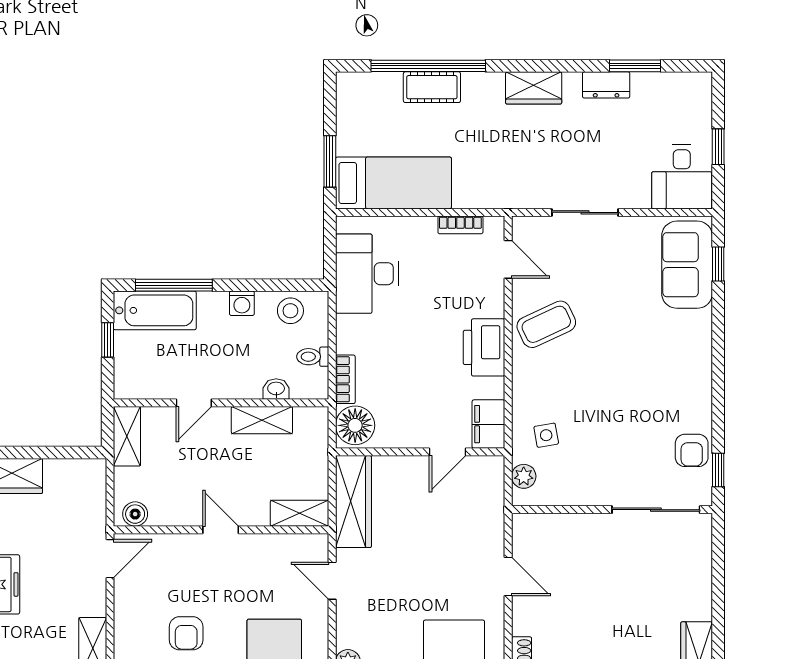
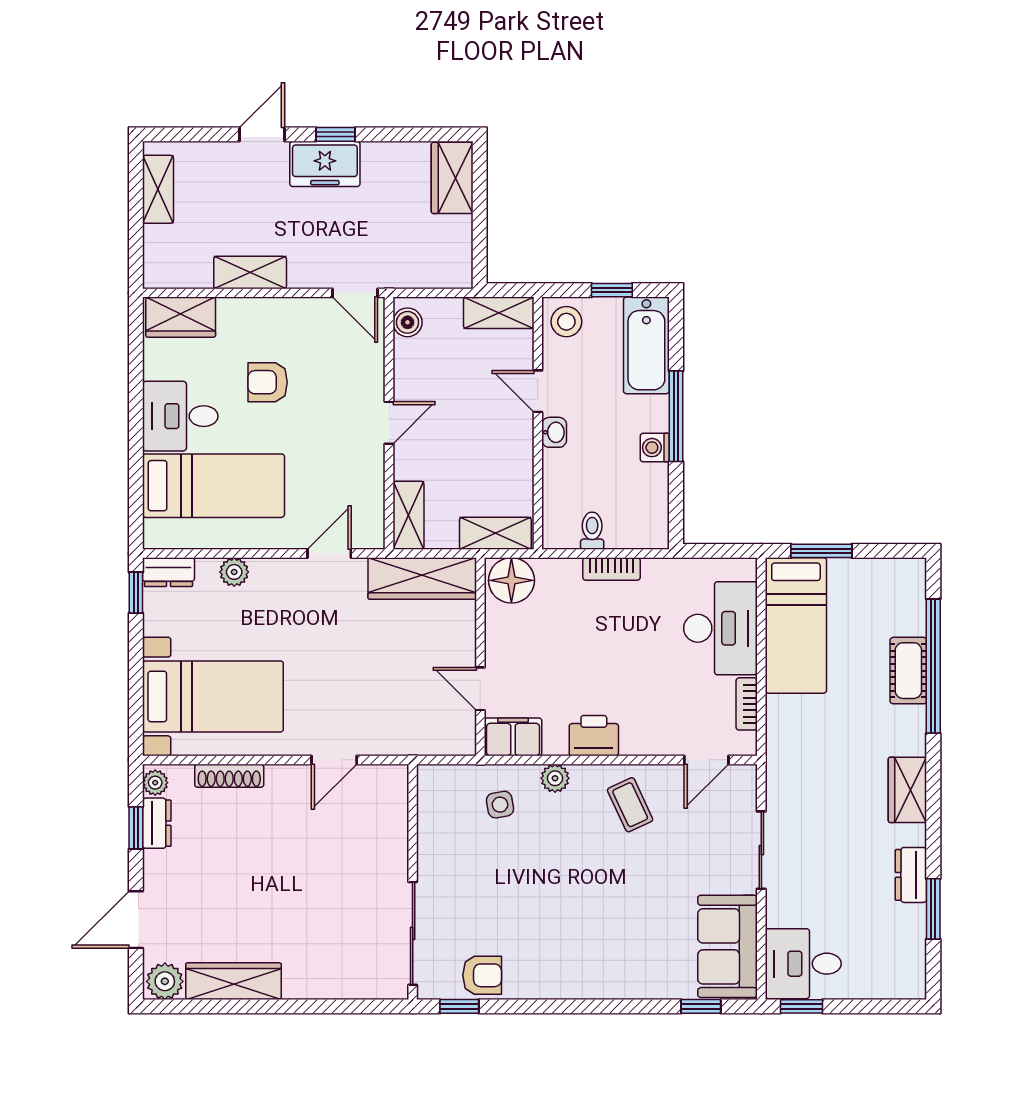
window: (718, 147) -> (802, 1006), moved
sofa: (687, 265) -> (728, 946), moved, turned -90
desk: (367, 274) -> (721, 628), moved, turned 90
window: (174, 285) -> (676, 416), moved
stool: (290, 311) -> (566, 322), moved
coffee table: (546, 324) -> (630, 805), width x0.73, depth x0.77
printer: (484, 347) -> (594, 736), width x0.73, depth x0.84
bookcase: (345, 379) -> (612, 569), moved
washbasin: (276, 389) -> (554, 432), moved
shelving: (262, 420) -> (495, 533), moved, turned 90
armchair: (692, 450) -> (482, 975), turned 180
plant: (524, 476) -> (555, 778), moved

